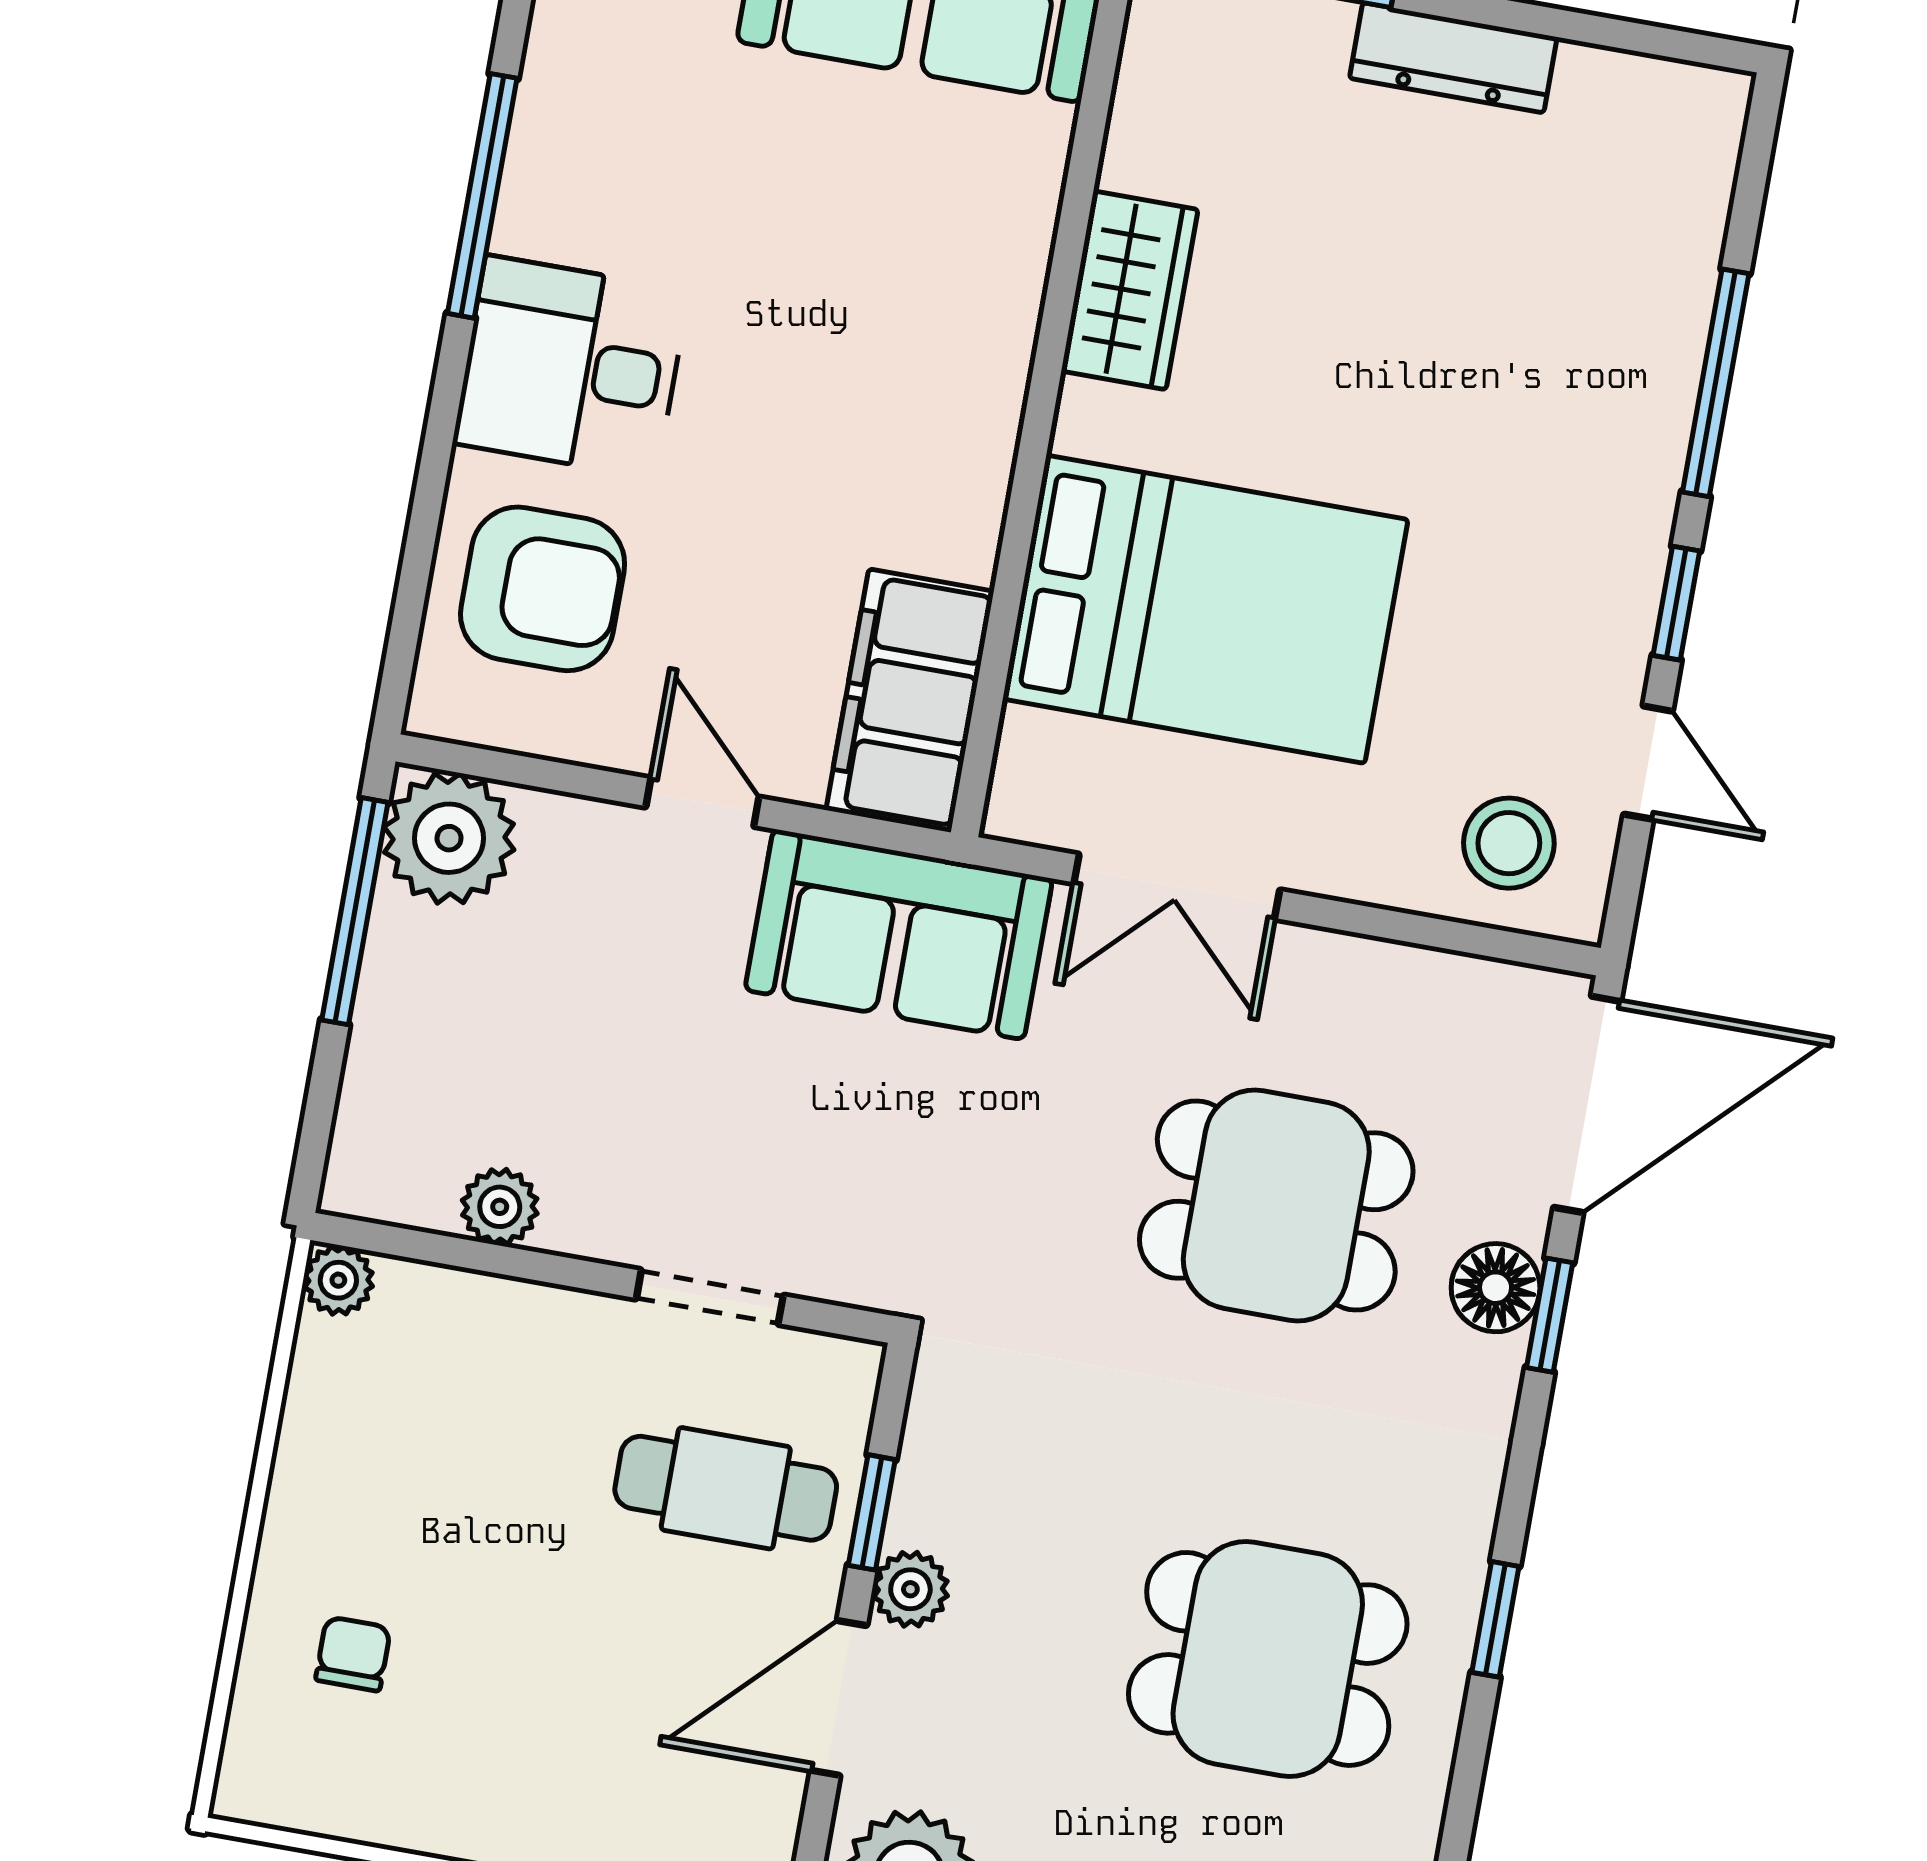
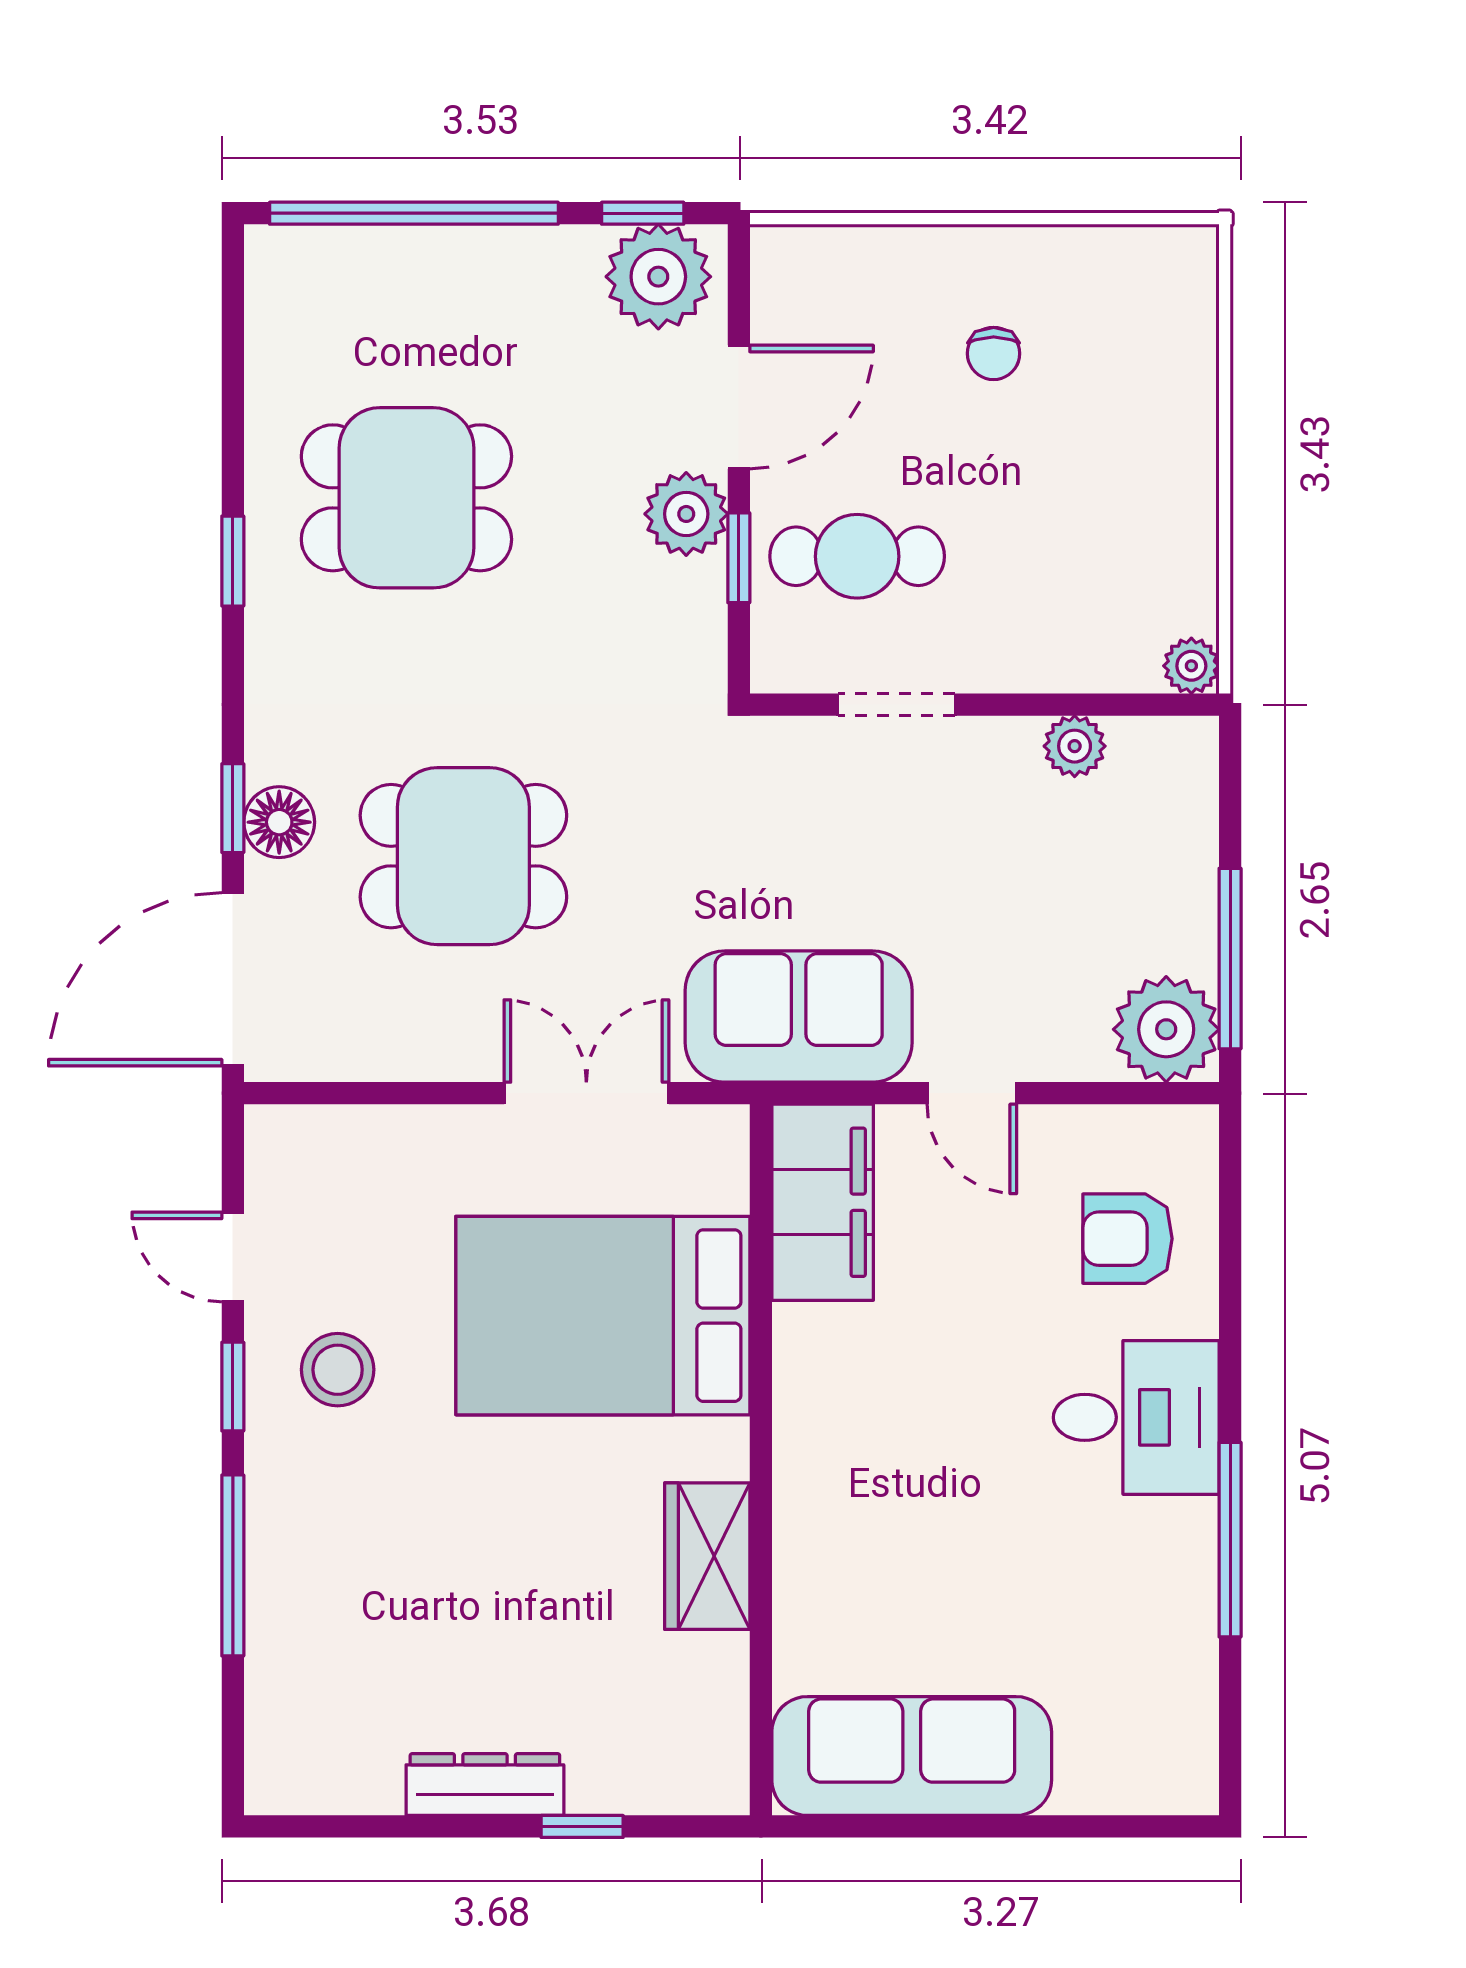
armchair: (543, 589) -> (1128, 1239), width x0.72, depth x0.72
stool: (1509, 843) -> (338, 1370), moved
plant: (910, 1589) -> (686, 514), width x1.38, depth x1.38
chair: (353, 1654) -> (994, 353), moved

